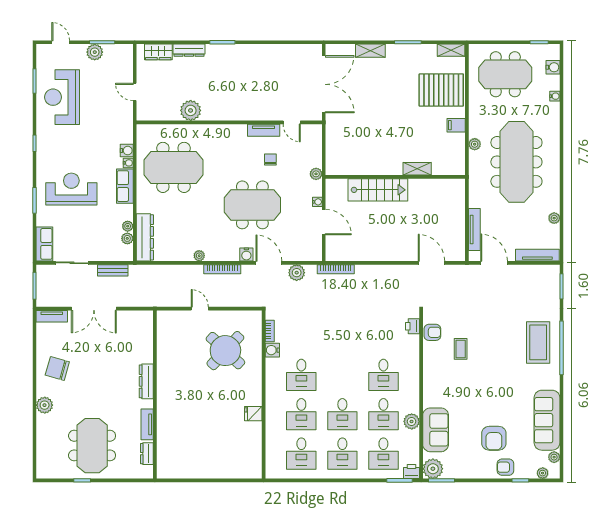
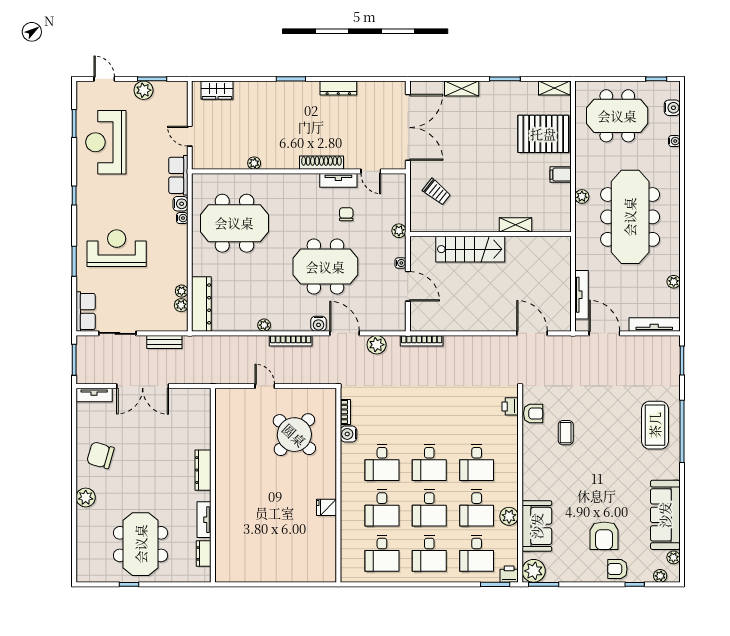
dresser: (189, 50) -> (338, 88), moved
plant: (191, 110) -> (254, 163), width x0.53, depth x0.53
shoe rack: (249, 115) -> (321, 163), added
trolley: (349, 140) -> (437, 192), added
row of seats: (125, 186) -> (178, 175), moved
desk: (342, 375) -> (429, 463), added

